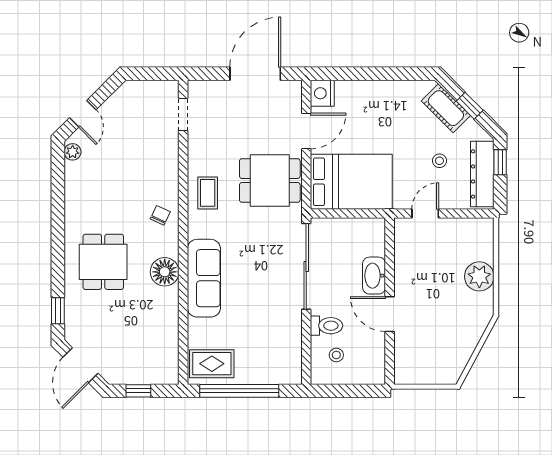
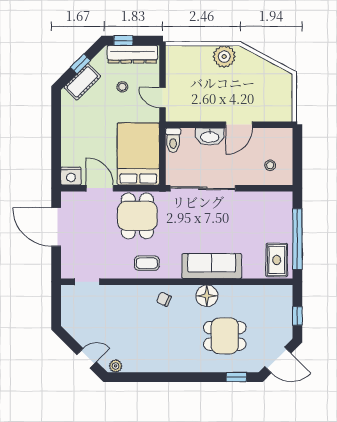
dining table: (103, 262) -> (225, 336), moved
plant: (479, 276) -> (224, 57), moved
toilet: (326, 326) -> (173, 140), moved, turned 180

